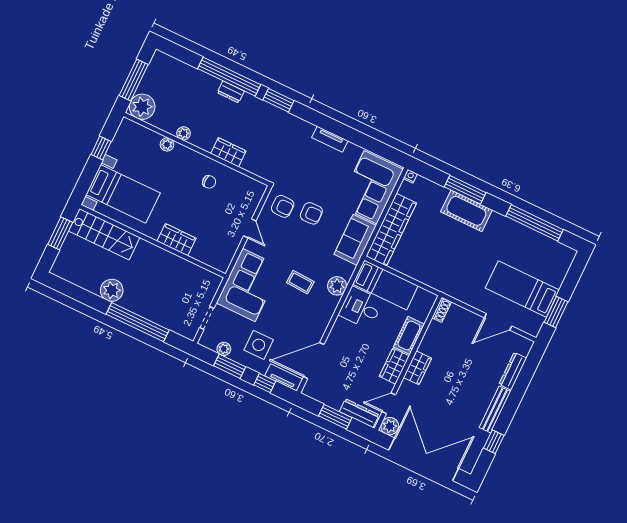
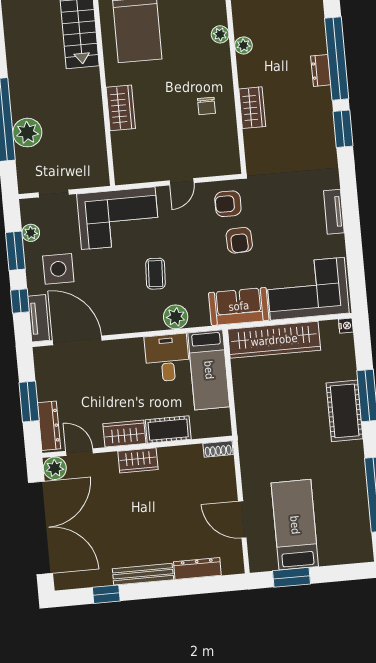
armchair: (283, 206) -> (228, 204), turned 90
plant: (112, 290) -> (27, 133), moved

